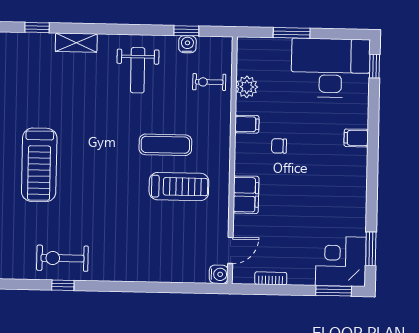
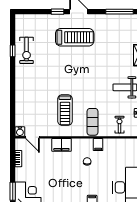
plant: (247, 87) -> (117, 144), removed
exercise mat: (165, 145) -> (93, 122), moved
treadmill: (39, 165) -> (75, 37), turned 180
exercise bike: (62, 258) -> (27, 50), turned 180

